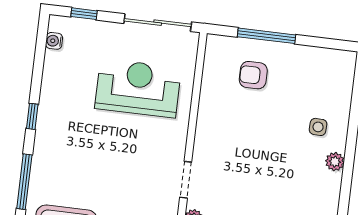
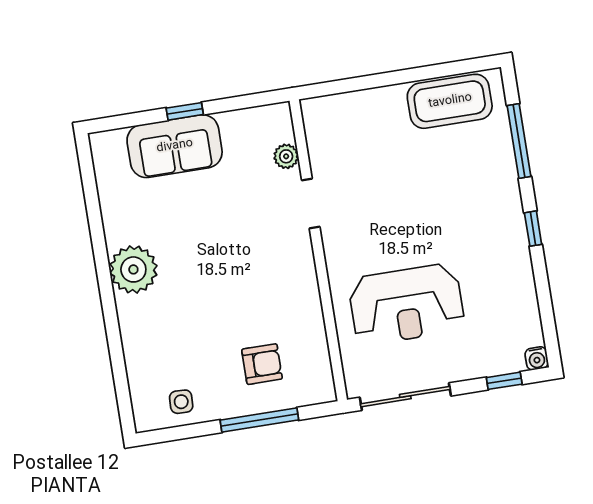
water cooler: (54, 41) -> (537, 358), moved, turned 90
side table: (318, 127) -> (181, 402), moved
plant: (335, 162) -> (133, 269), width x1.88, depth x1.88

